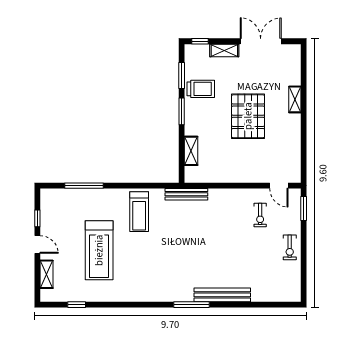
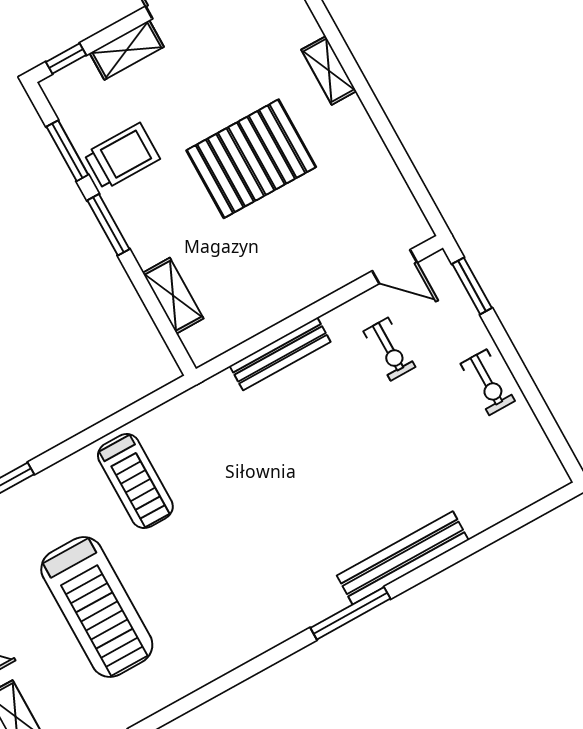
pallet: (248, 116) -> (251, 159), turned 90
bench: (186, 194) -> (280, 354), moved

